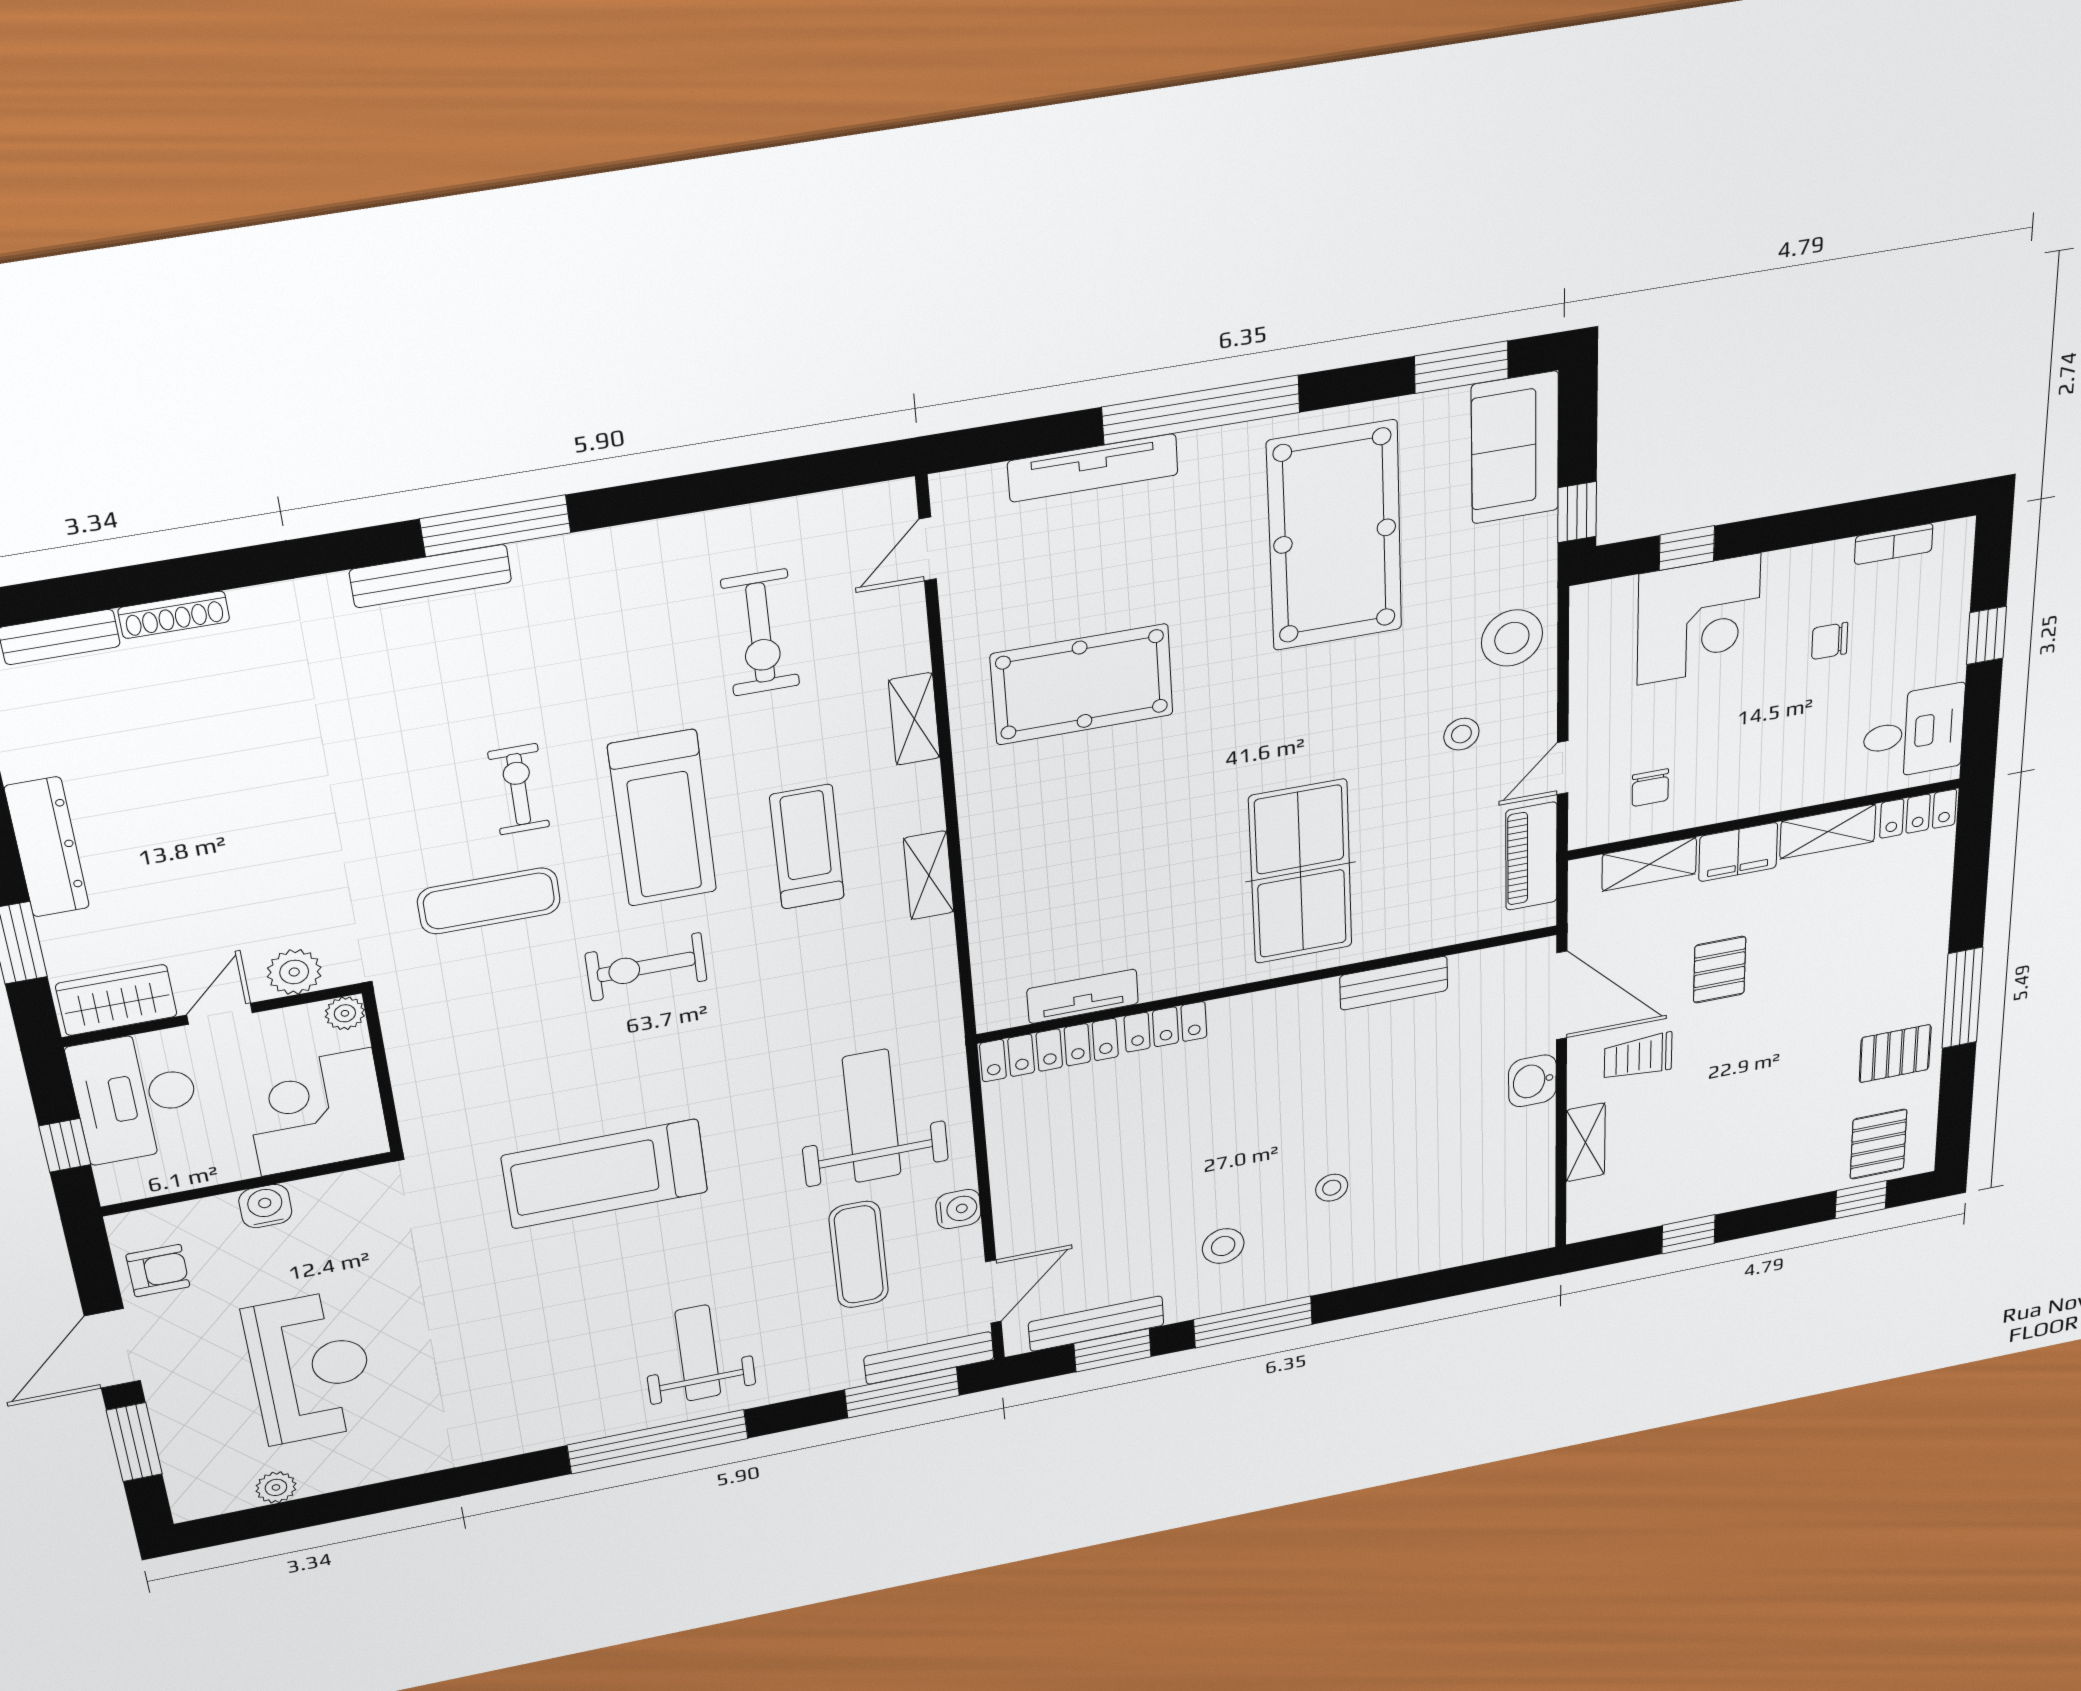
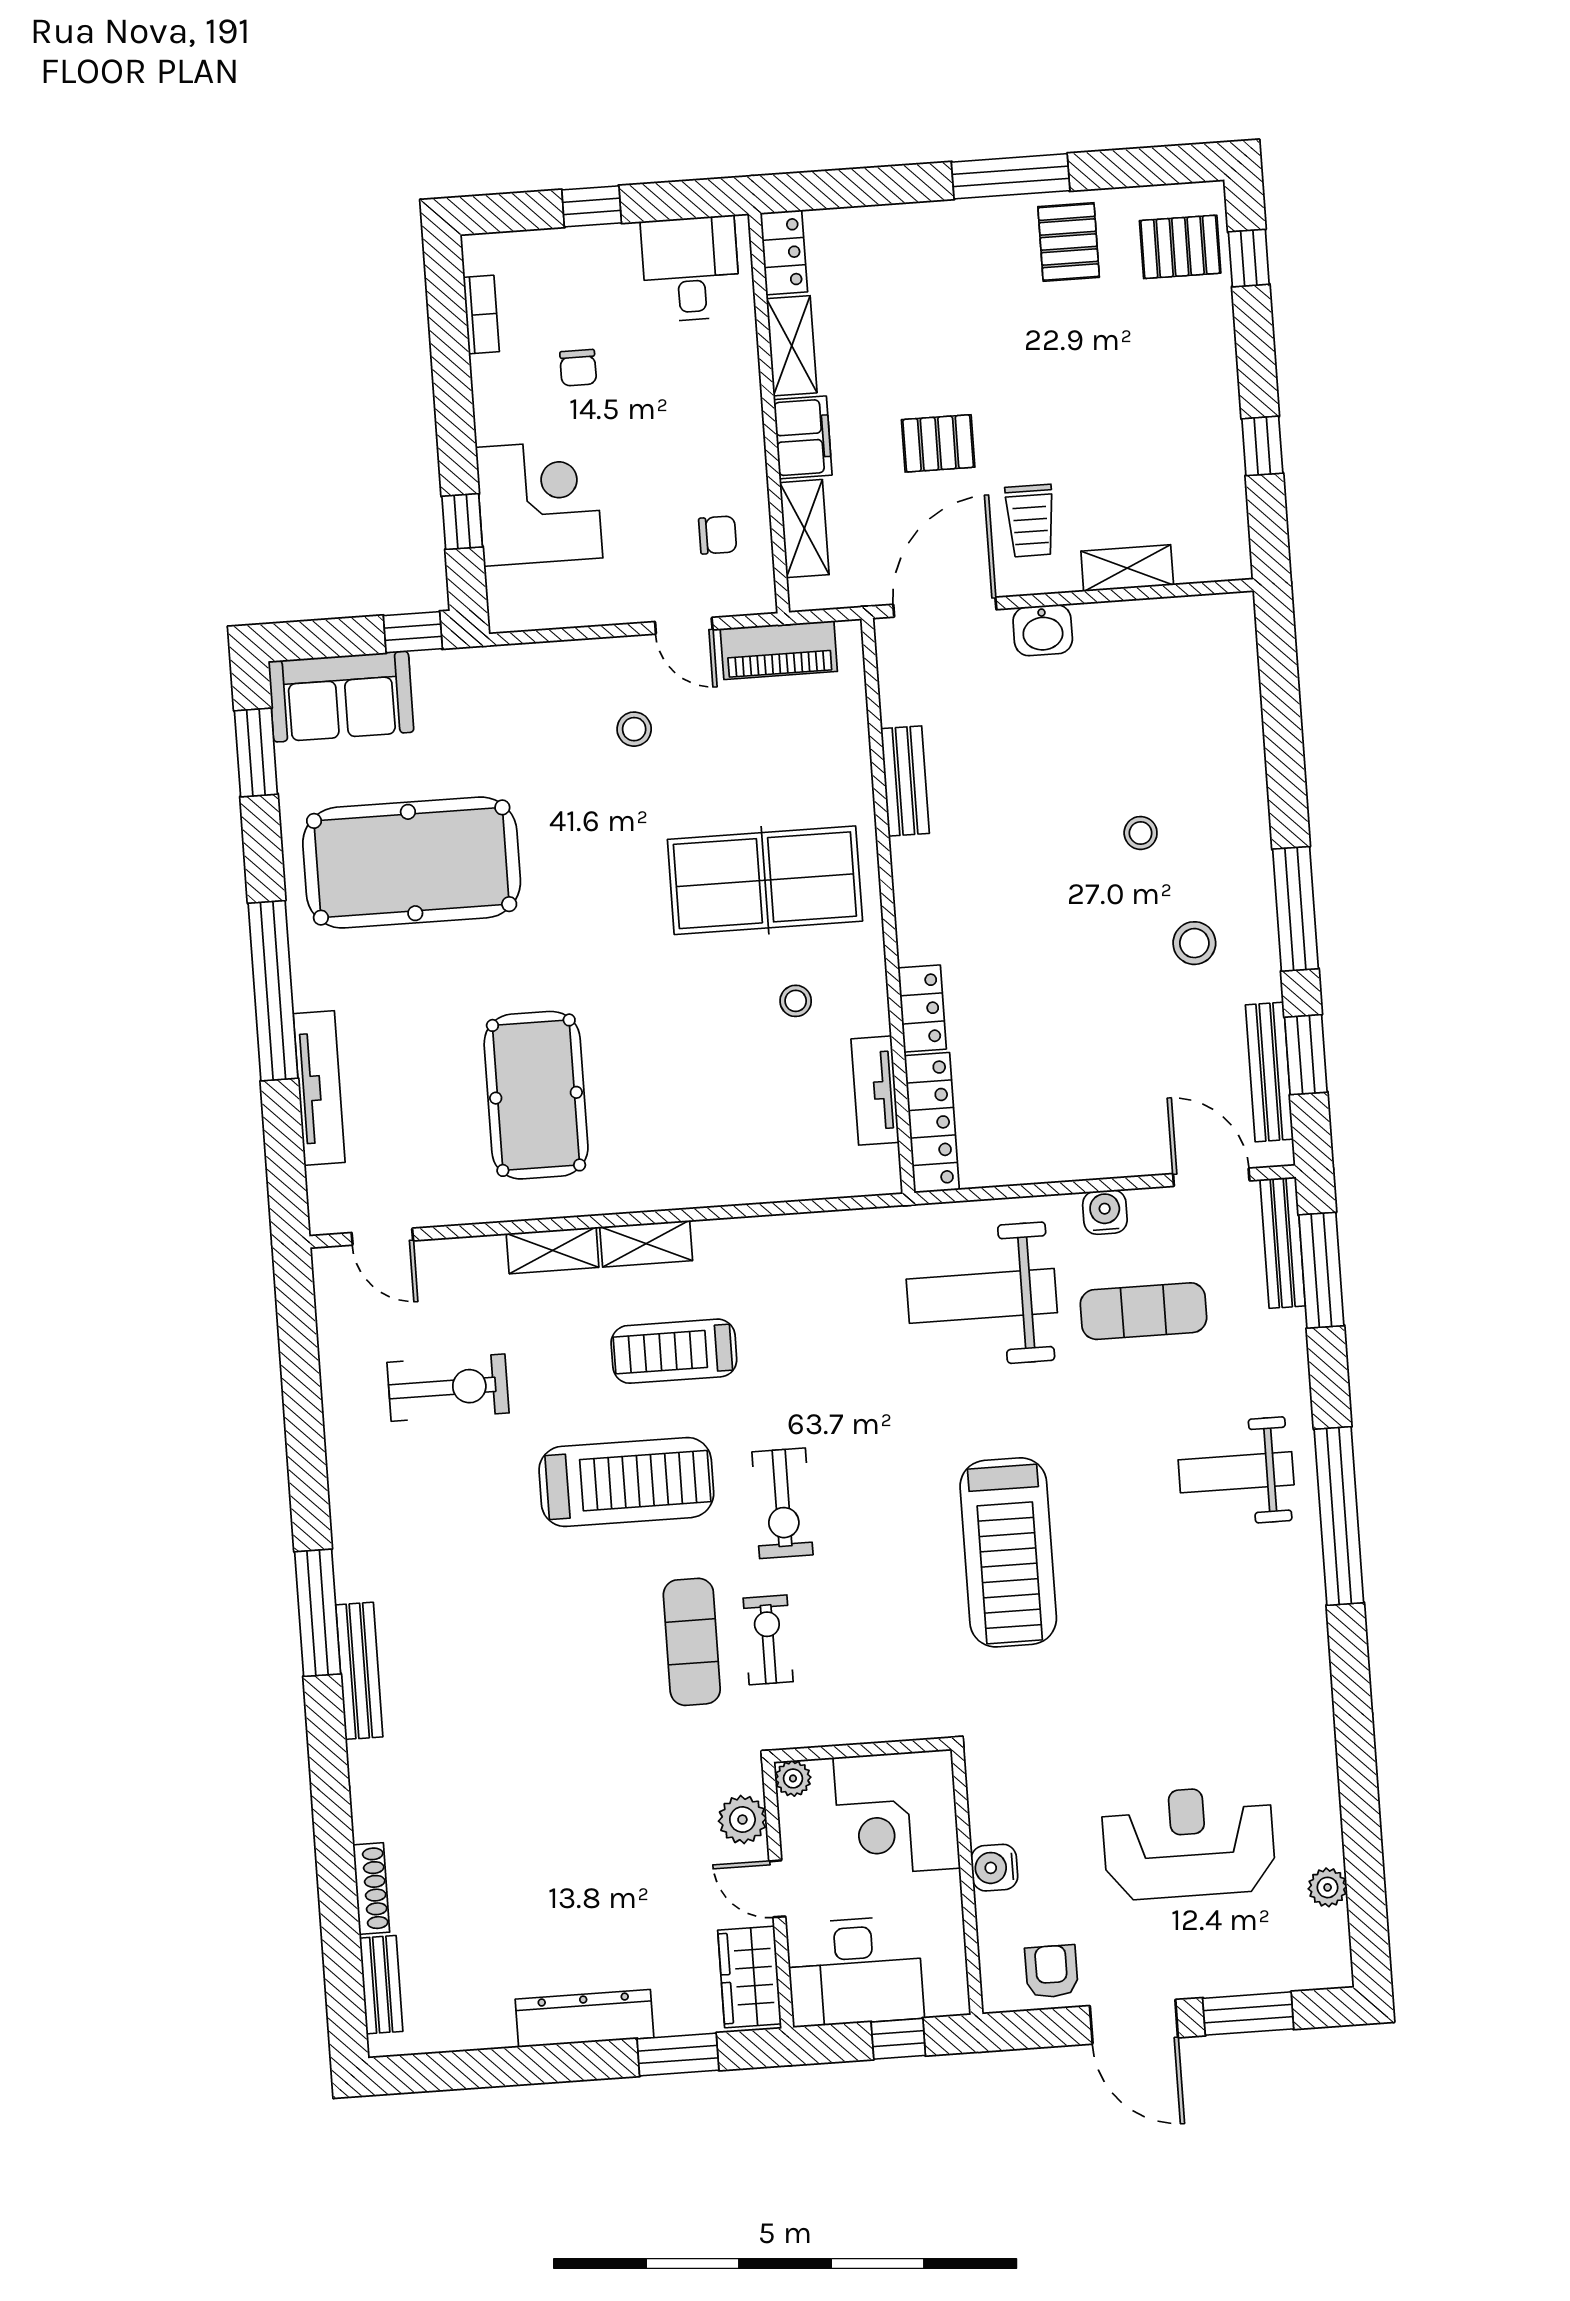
stool: (1512, 638) -> (796, 1001), moved, width x0.53, depth x0.53
exercise bike: (519, 789) -> (768, 1640), moved, turned 90
shelving: (929, 875) -> (646, 1244), moved

